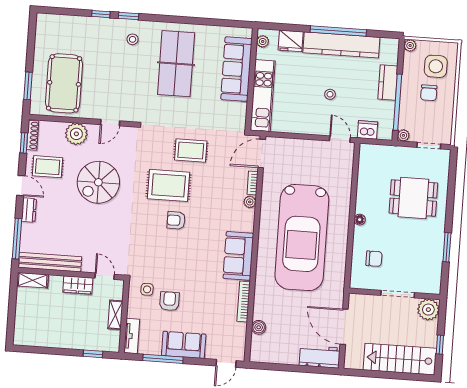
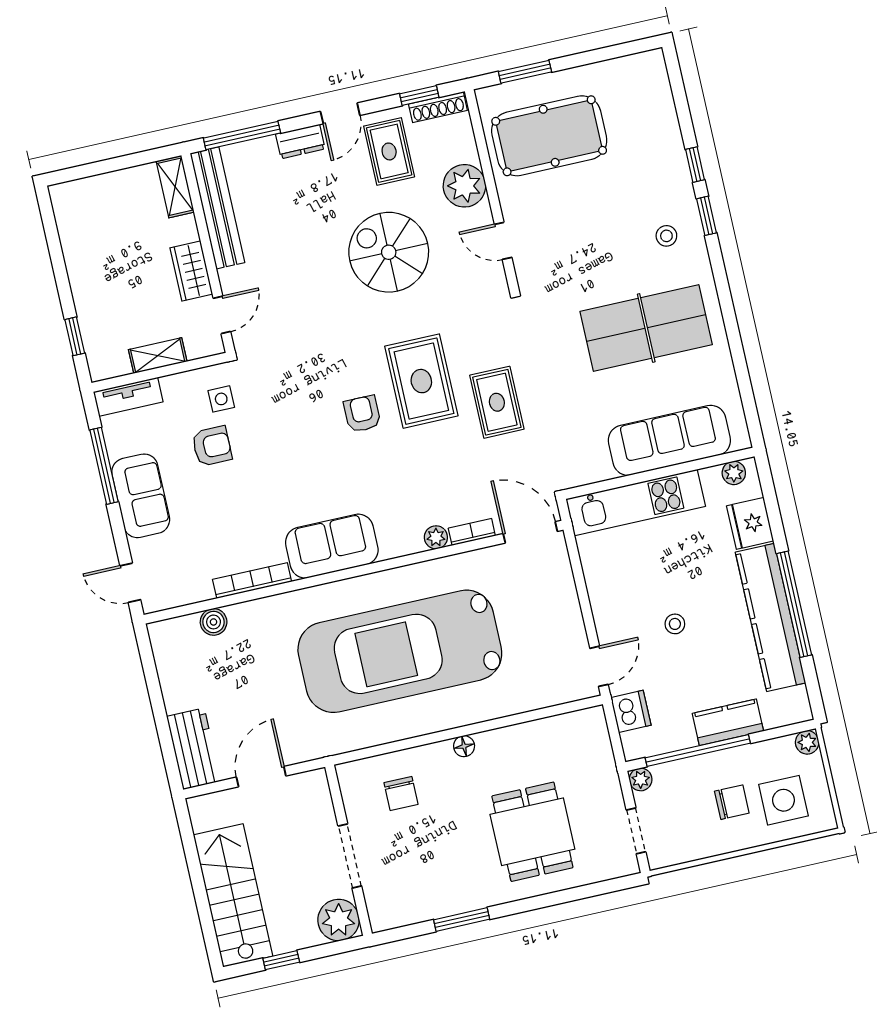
chair: (429, 93) -> (732, 802), turned 180
door: (344, 327) -> (261, 777), width x0.73

